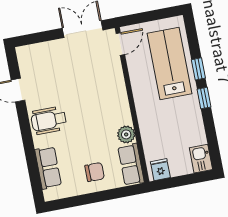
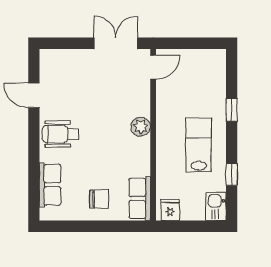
lab bench: (170, 64) -> (199, 145), moved, width x0.73, depth x0.72
window: (204, 98) -> (232, 174), moved
plant: (126, 134) -> (141, 127), moved

